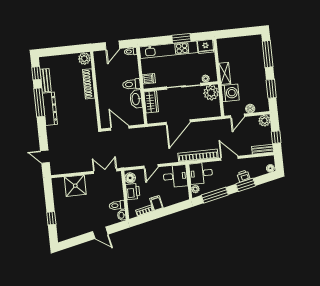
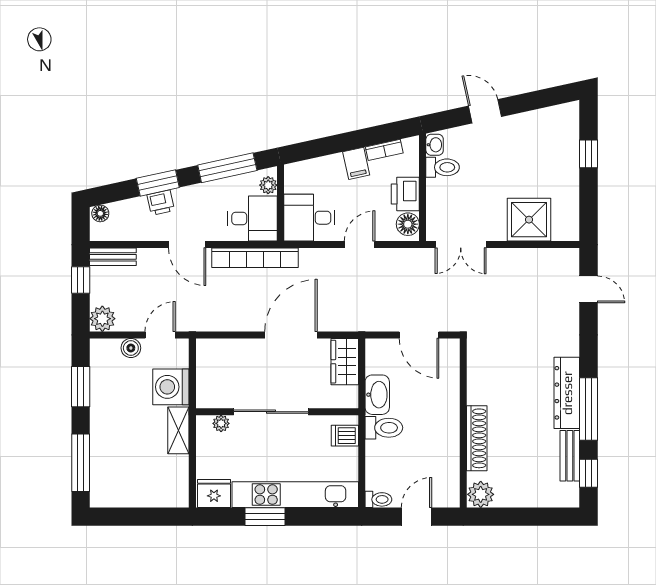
plant: (211, 93) -> (212, 392), removed
wardrobe: (151, 102) -> (345, 362), moved

